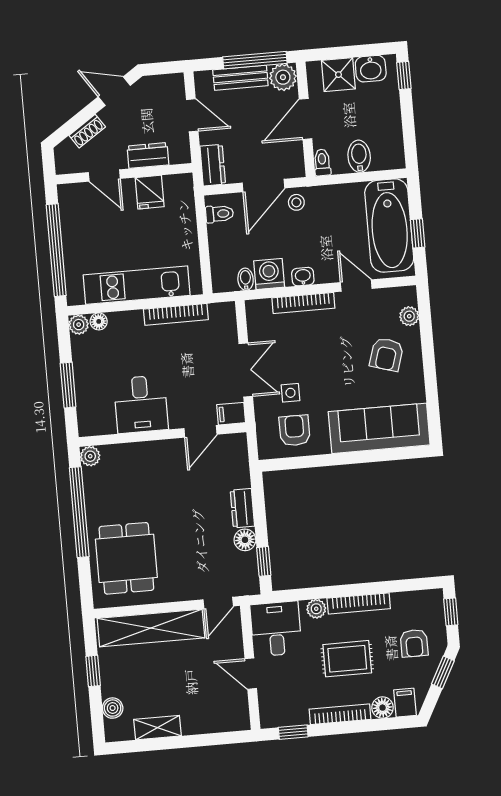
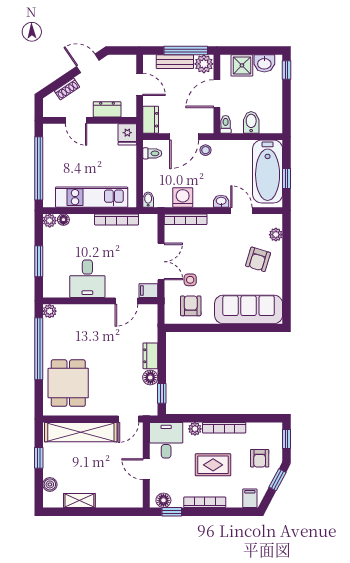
fridge: (150, 192) -> (127, 134), moved
washbasin: (303, 277) -> (221, 201), moved
bidet: (246, 279) -> (148, 200), moved
bookcase: (303, 303) -> (186, 219), moved
floor lamp: (383, 708) -> (163, 500), moved

